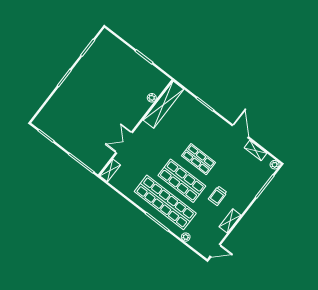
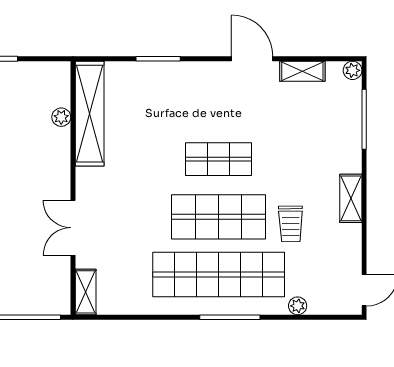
trolley: (218, 196) -> (291, 224), moved
shelving: (230, 221) -> (351, 198), moved

